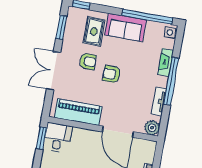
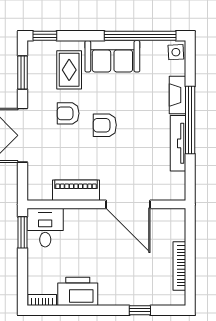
armchair: (88, 61) -> (68, 113), turned 180
tv unit: (159, 101) -> (178, 143), width x1.41
piano: (78, 112) -> (76, 190), width x0.73, depth x0.75
plant: (152, 128) -> (175, 190), removed

